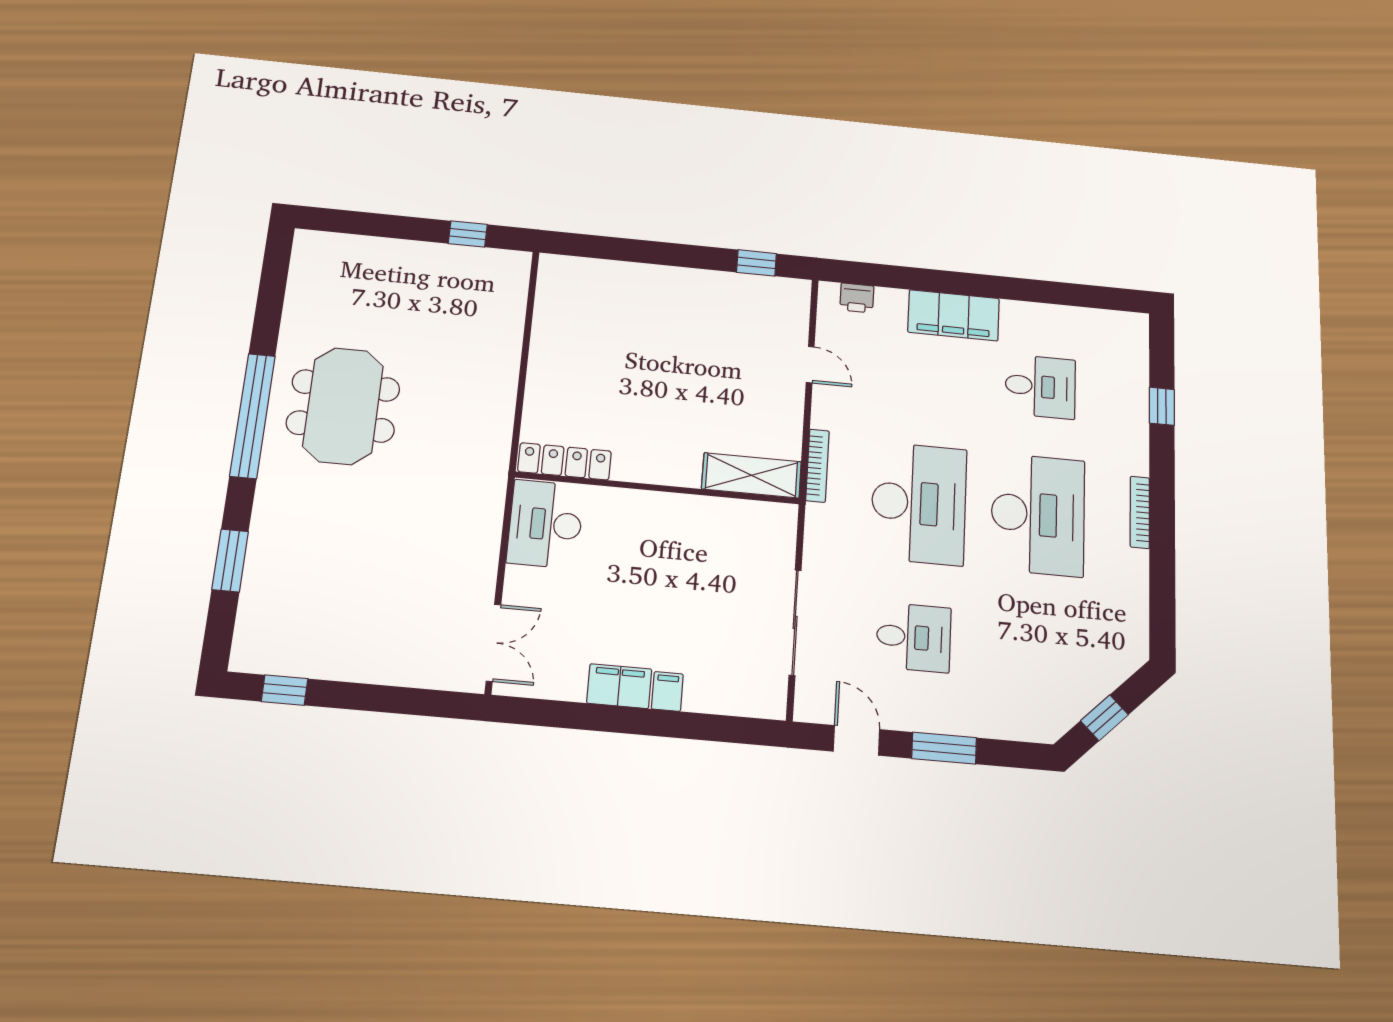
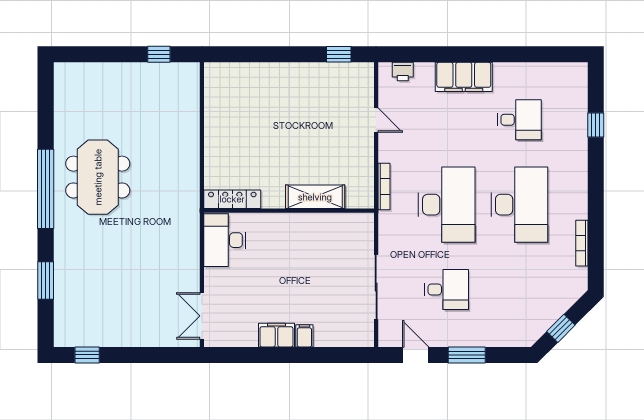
shelving: (752, 475) -> (315, 197), moved
bookcase: (1140, 512) -> (582, 243), moved
double door: (493, 643) -> (202, 316), swing flipped

